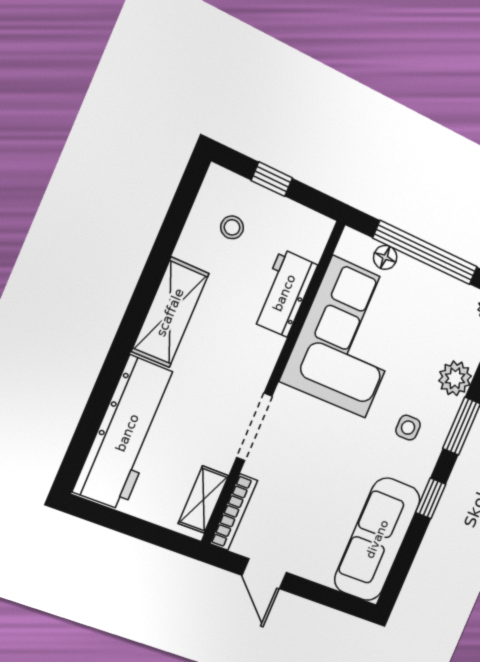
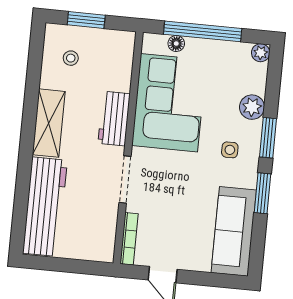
window: (272, 179) -> (86, 20), width x1.50
workbench: (284, 293) -> (114, 119), moved
window: (431, 498) -> (263, 193), width x1.50
shelving: (203, 500) -> (107, 236), removed

